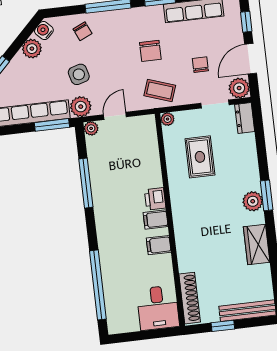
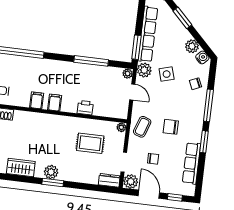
printer: (155, 199) -> (85, 108), moved

